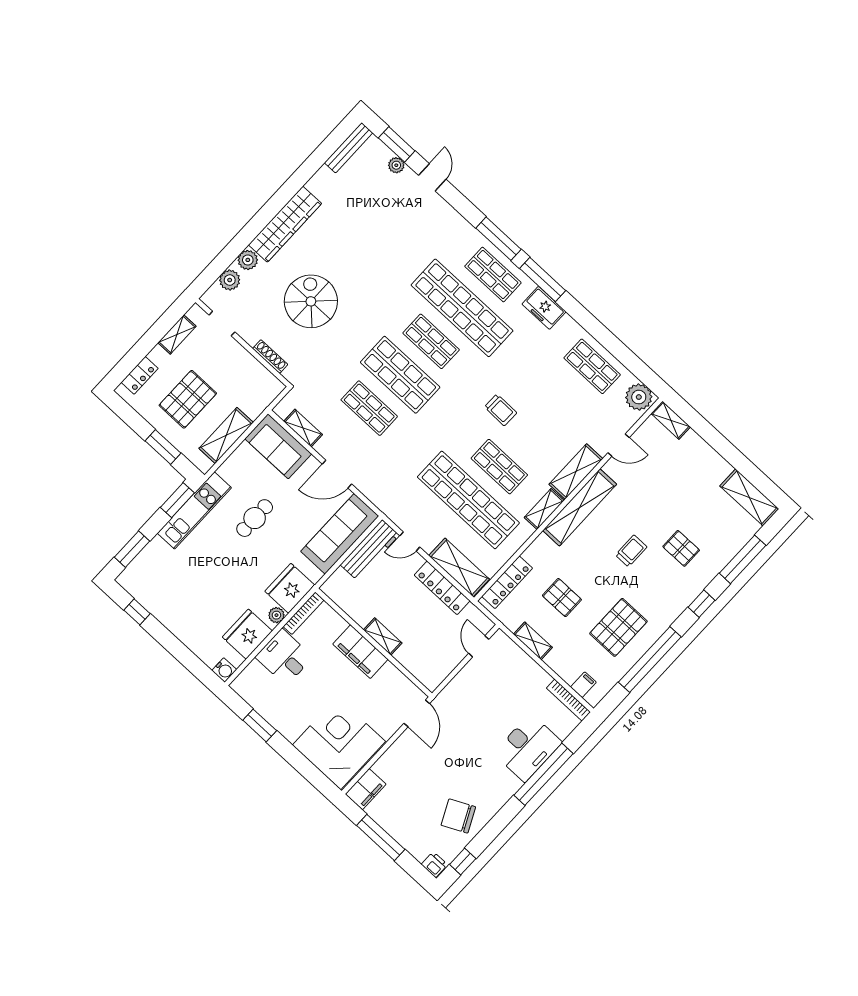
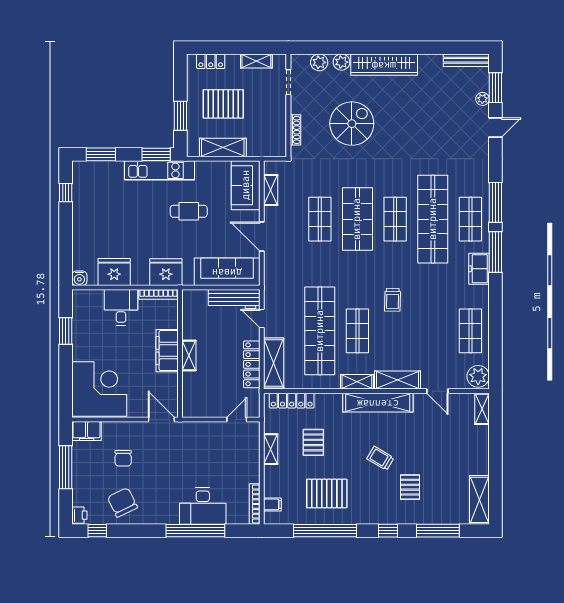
trolley: (631, 551) -> (380, 458), turned -149
plant: (276, 615) -> (142, 279), removed
door: (417, 713) -> (161, 419), swing flipped
chair: (420, 779) -> (123, 458), added

